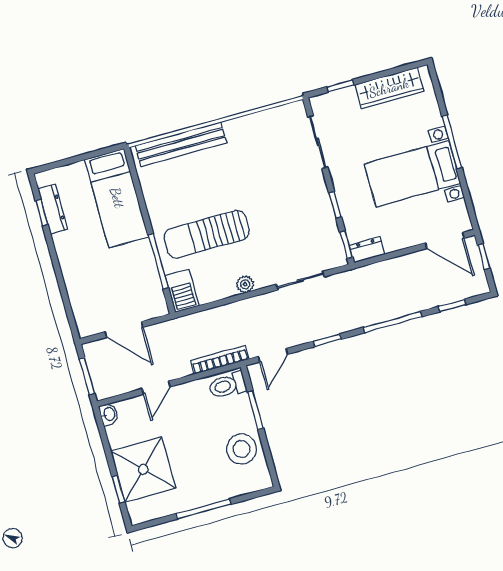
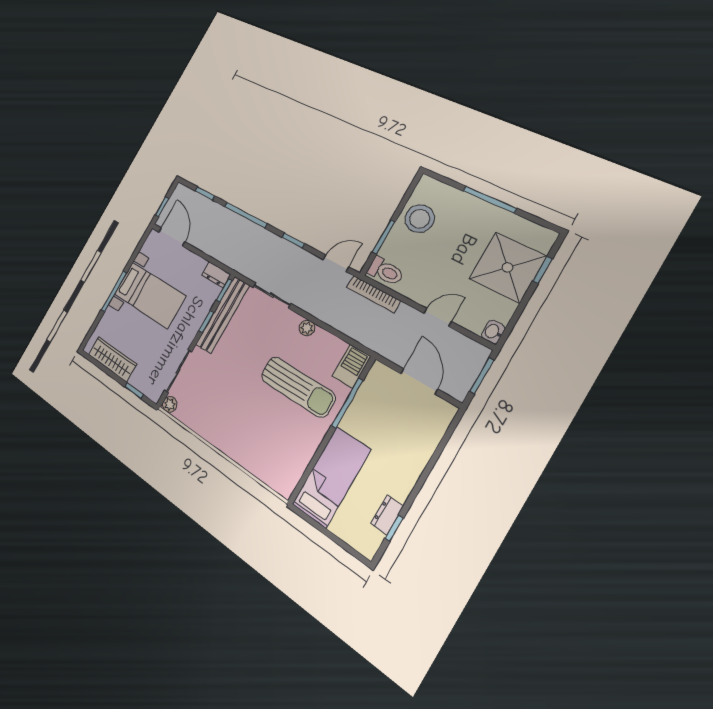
plant: (297, 110) -> (170, 404), added
bench: (181, 144) -> (223, 315), moved, turned 90
dresser: (53, 209) -> (387, 515), width x0.70

